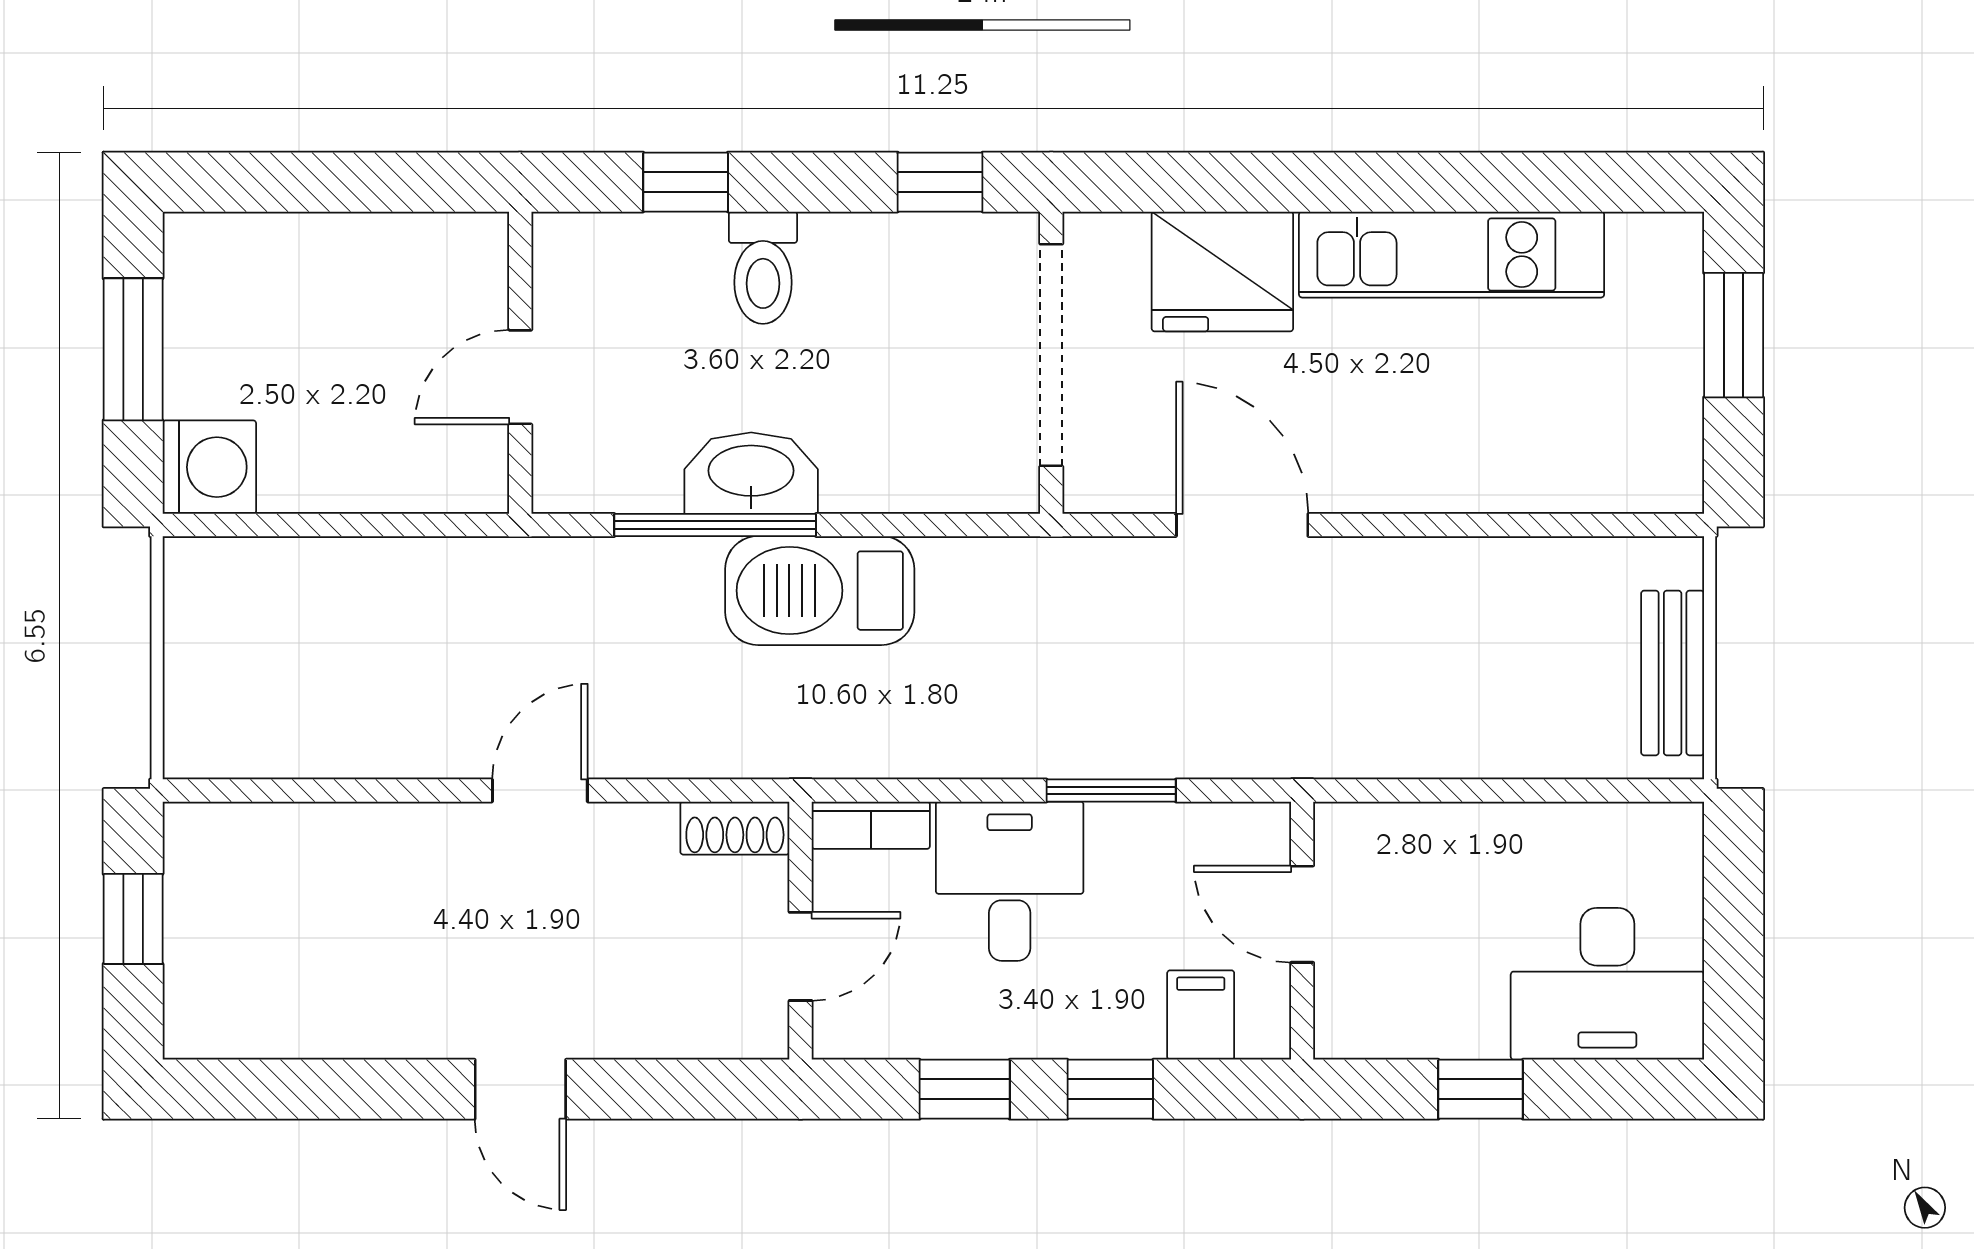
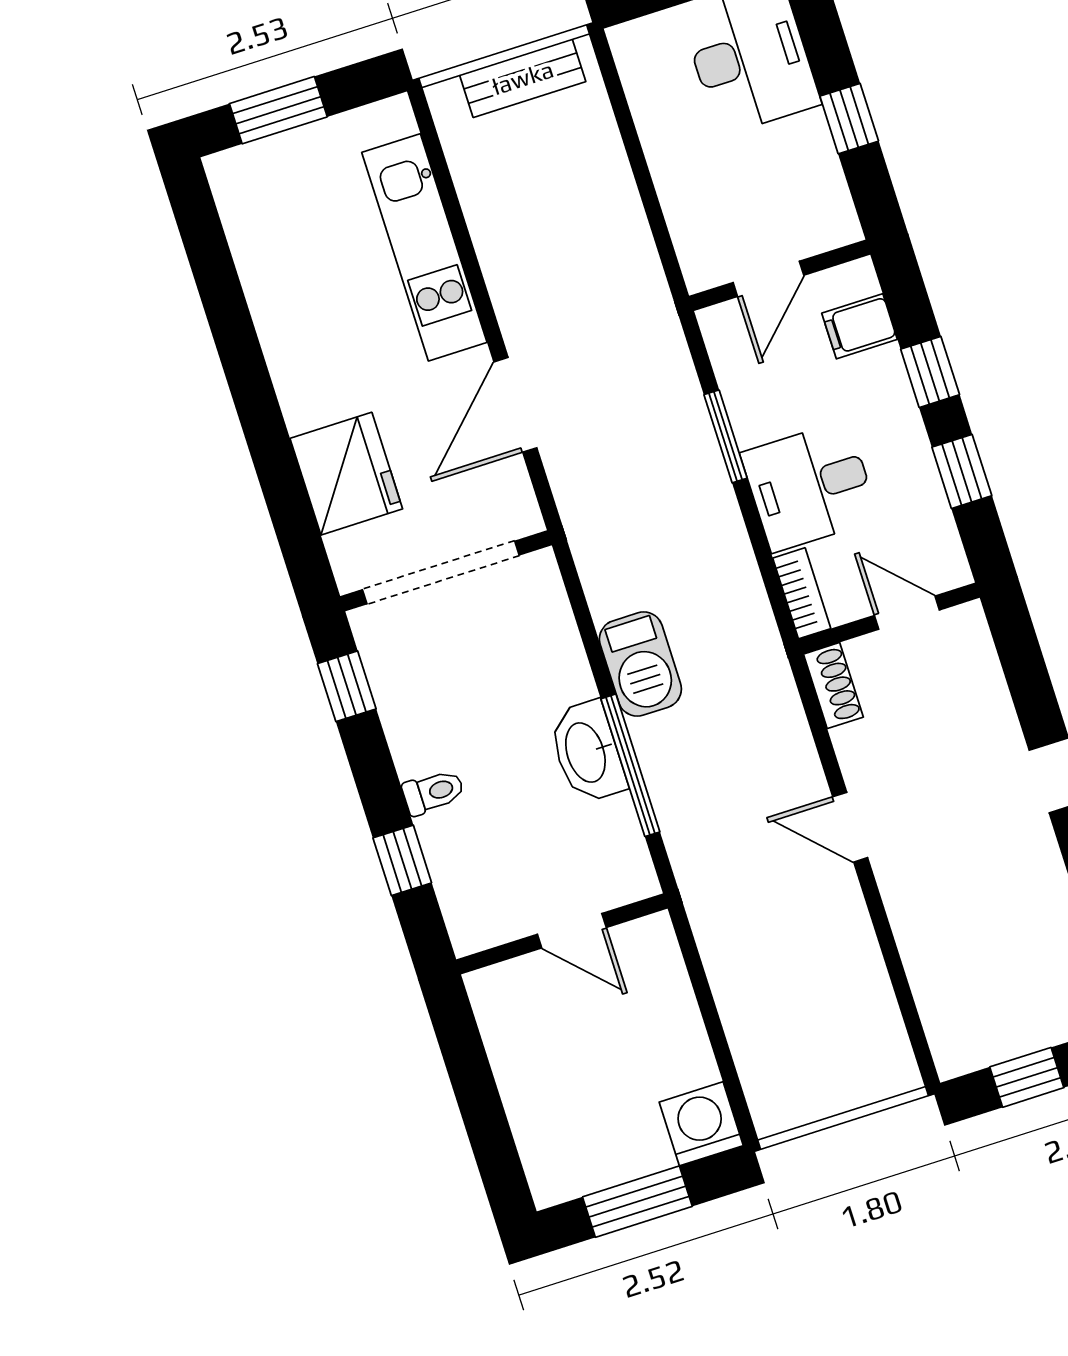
kitchen unit: (1452, 255) -> (424, 247), moved, turned 180
toilet: (763, 268) -> (433, 792), width x0.73, depth x0.72
barbecue: (820, 591) -> (640, 664), width x0.73, depth x0.83

